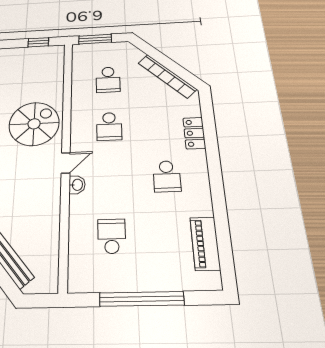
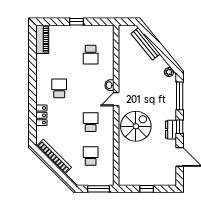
window: (38, 42) -> (147, 189), moved
spiral stairs: (34, 124) -> (136, 126), turned 180
piano: (205, 243) -> (42, 39), moved
window: (142, 299) -> (76, 22), width x0.32

